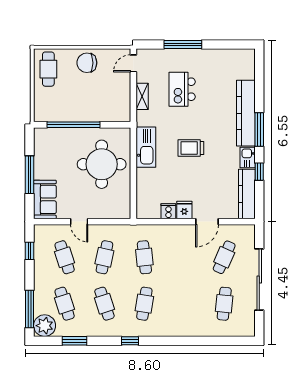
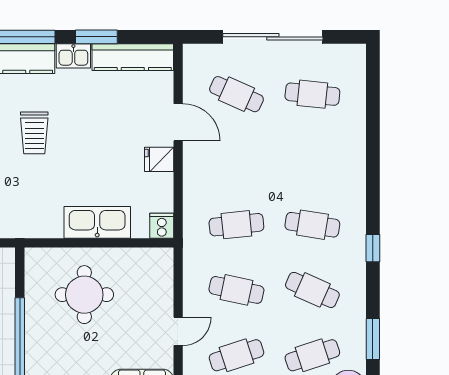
kitchen sink: (146, 147) -> (97, 222), moved
trolley: (191, 148) -> (34, 133), moved
round table: (102, 164) -> (84, 295), width x0.73, depth x0.73
window: (259, 172) -> (96, 37), width x1.50
cooker: (168, 211) -> (162, 226), moved, turned 90
cafe table: (104, 304) -> (312, 290), turned 42

